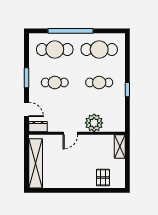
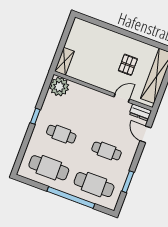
window: (26, 78) -> (128, 182), moved
plant: (94, 123) -> (59, 87), moved
door: (70, 133) -> (122, 98), moved
pallet: (103, 177) -> (128, 65), moved

